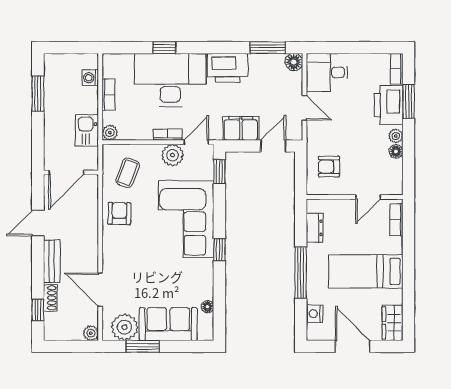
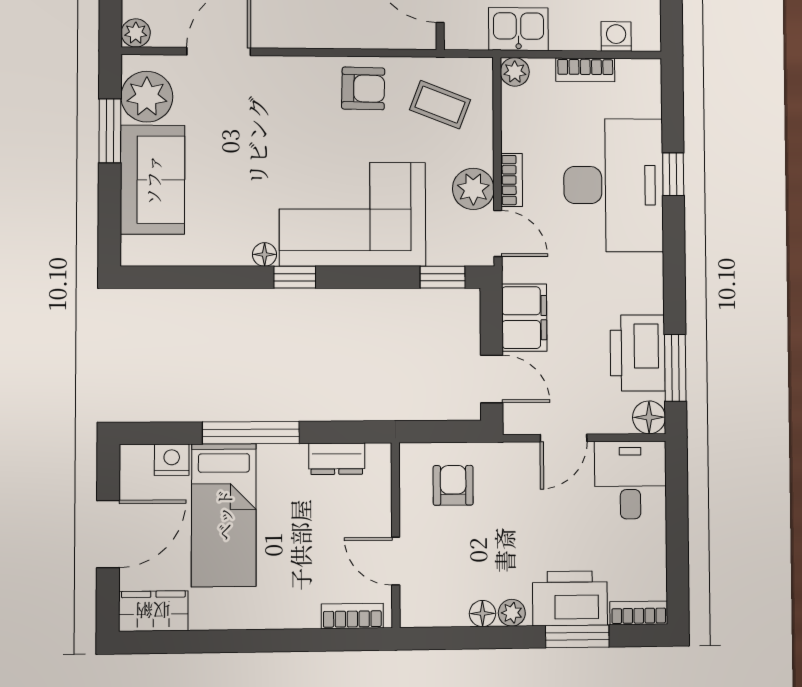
printer: (228, 68) -> (638, 353), moved
bed: (366, 271) -> (224, 515), moved, turned 180
floor lamp: (207, 307) -> (265, 254), moved

